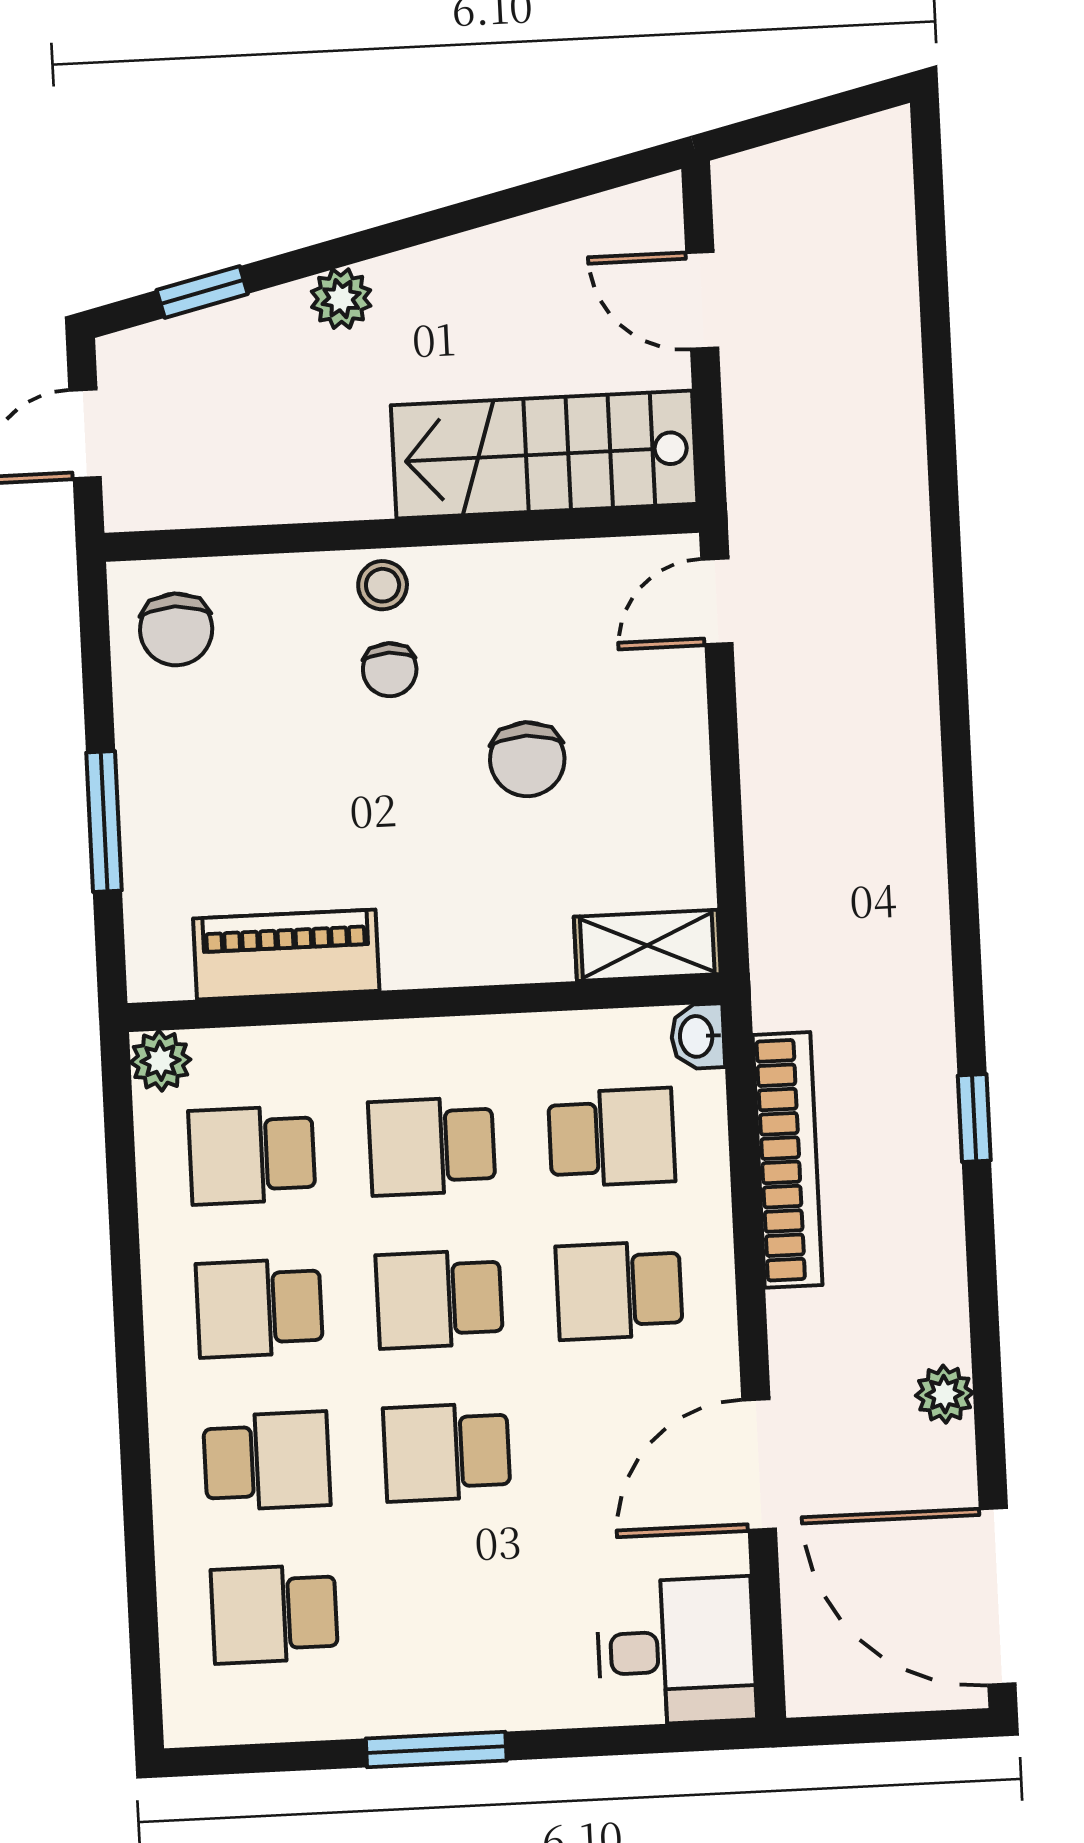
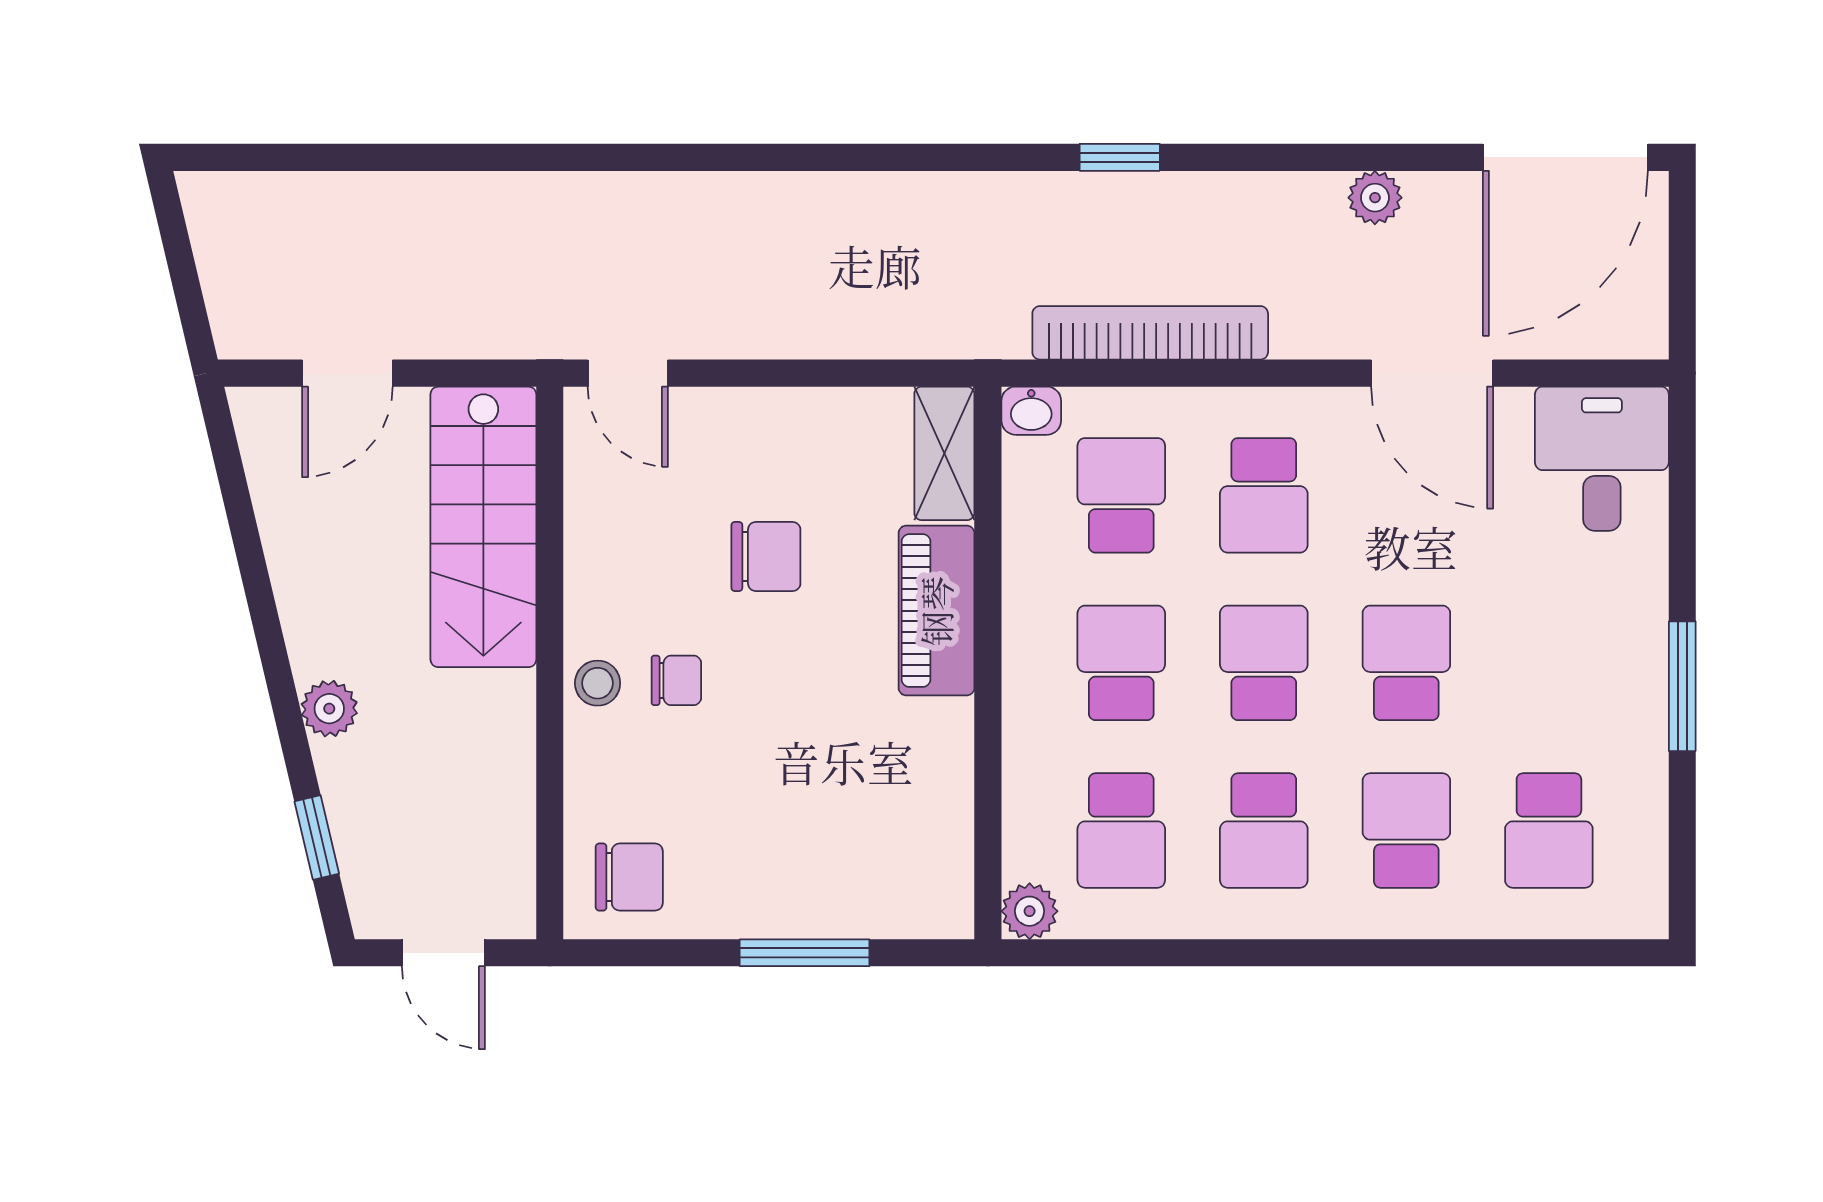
piano: (286, 955) -> (936, 611), moved
school desk: (432, 1146) -> (1121, 663), turned 180
school desk: (439, 1299) -> (1264, 663), turned 180
school desk: (447, 1452) -> (1406, 663), turned 180

